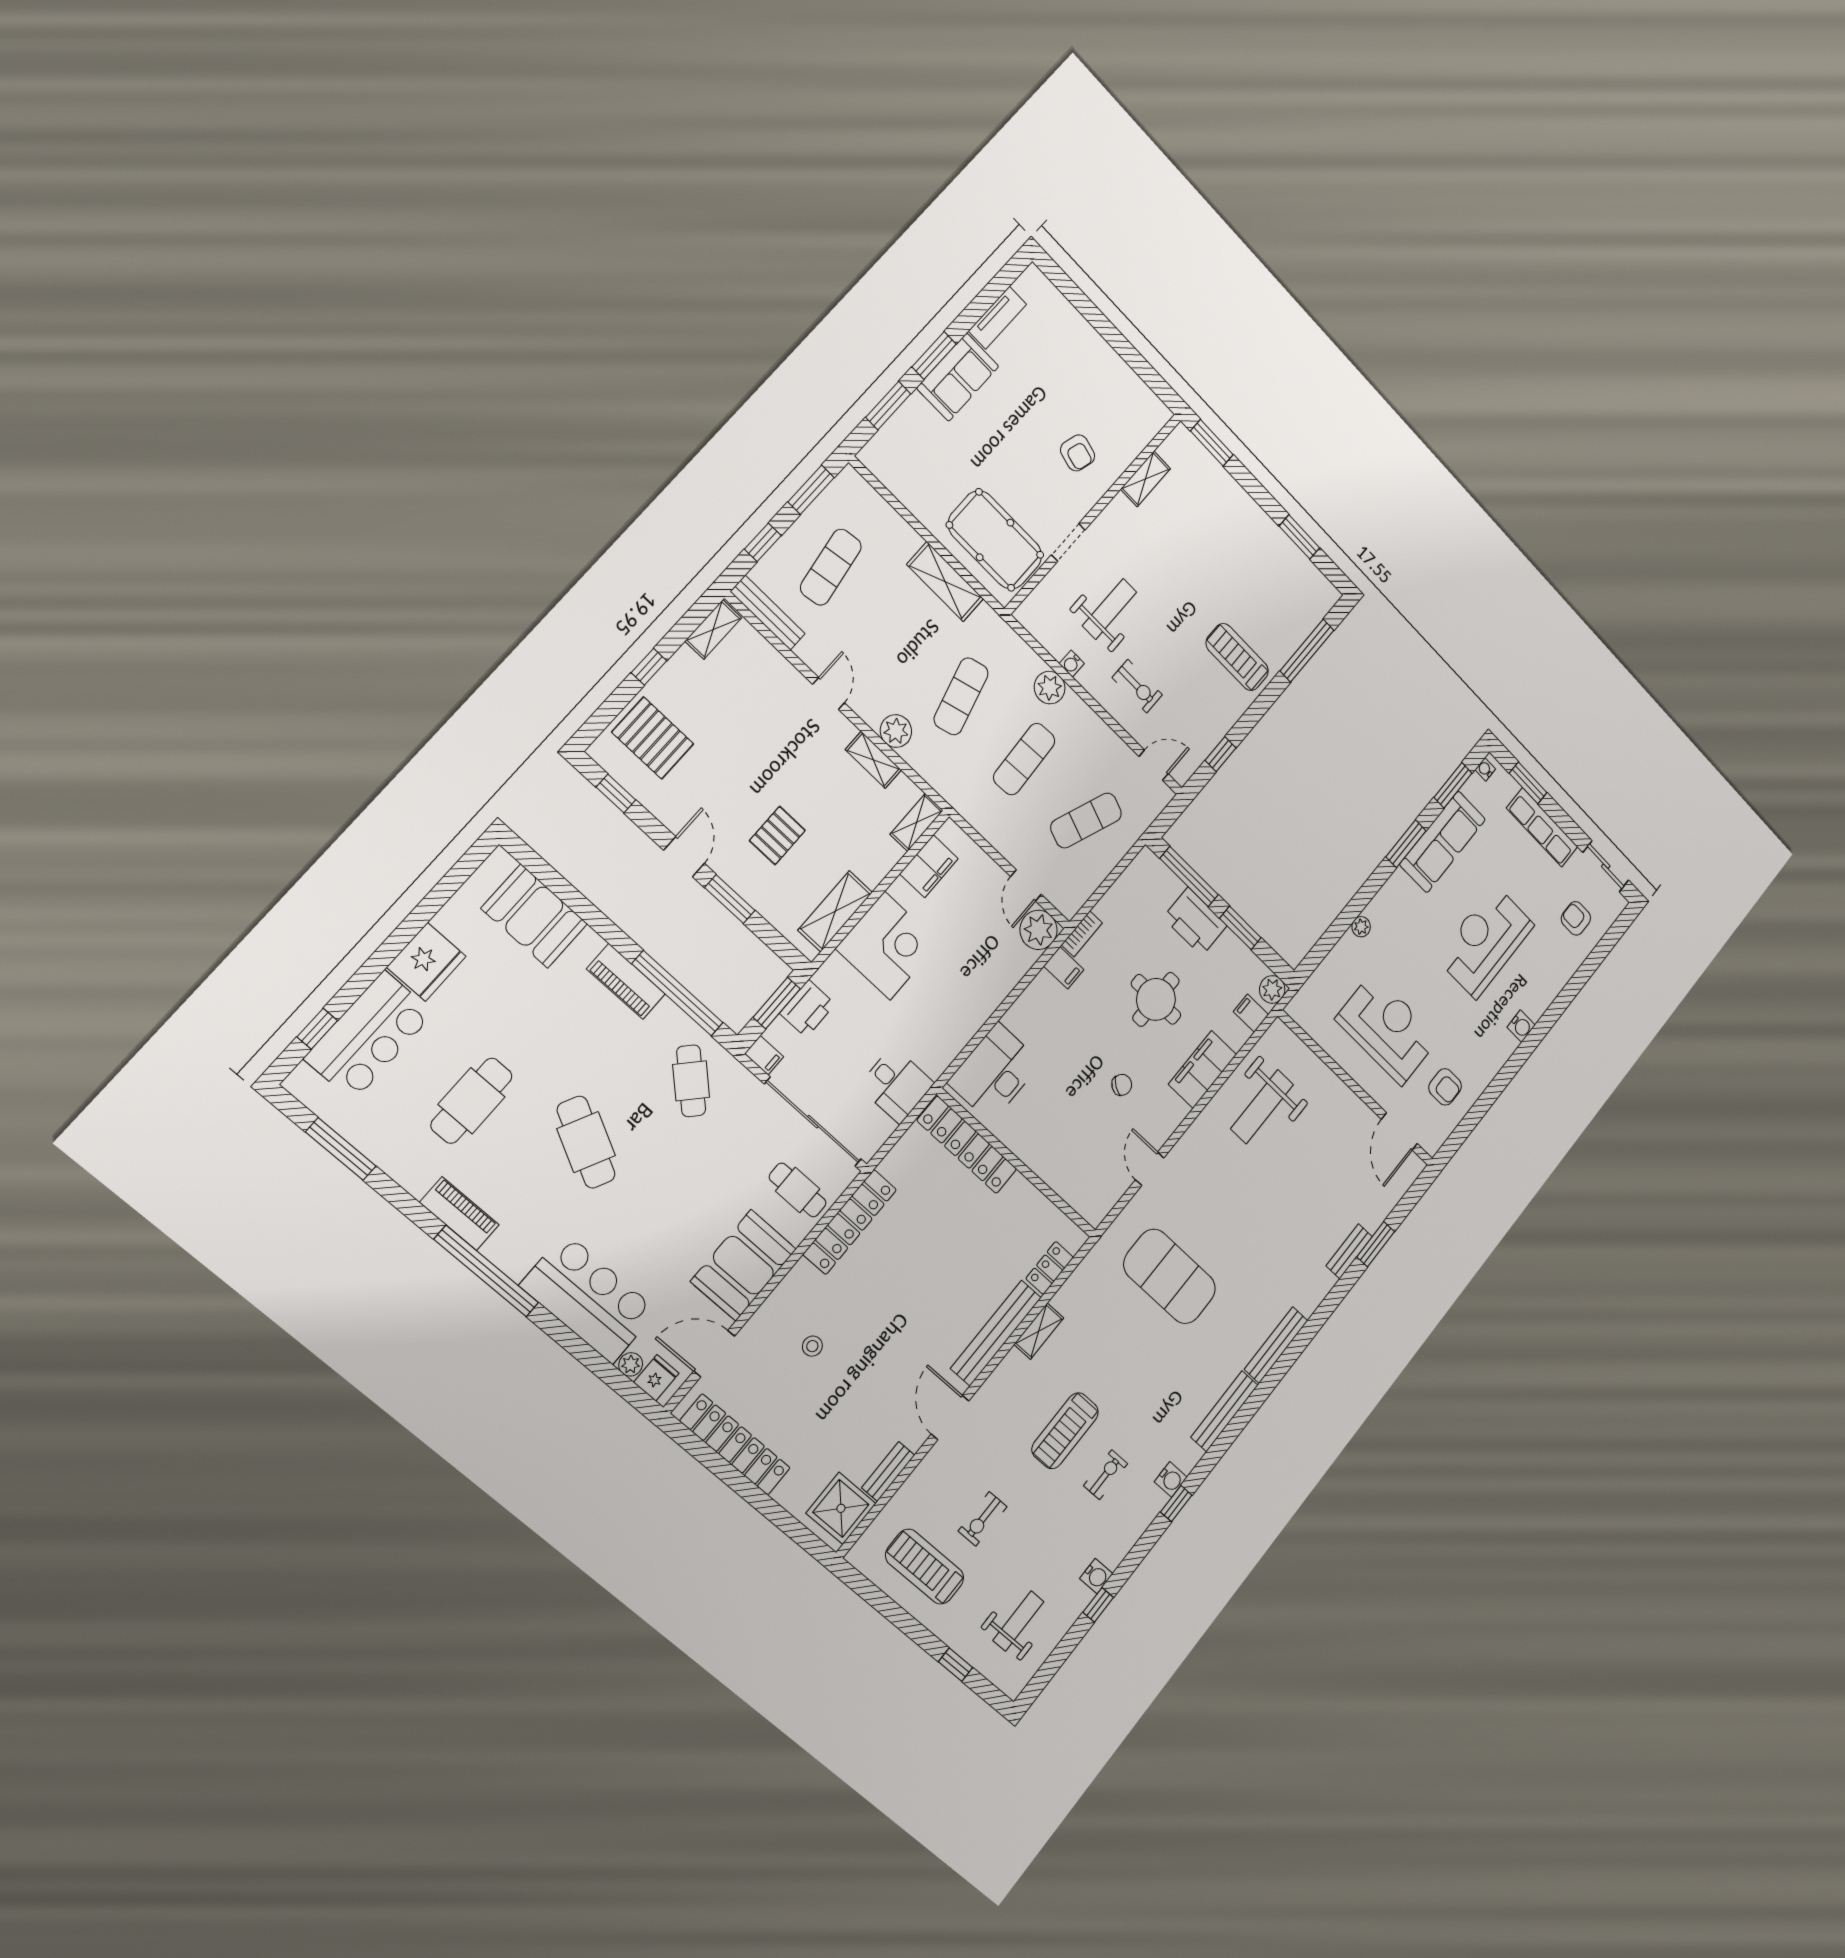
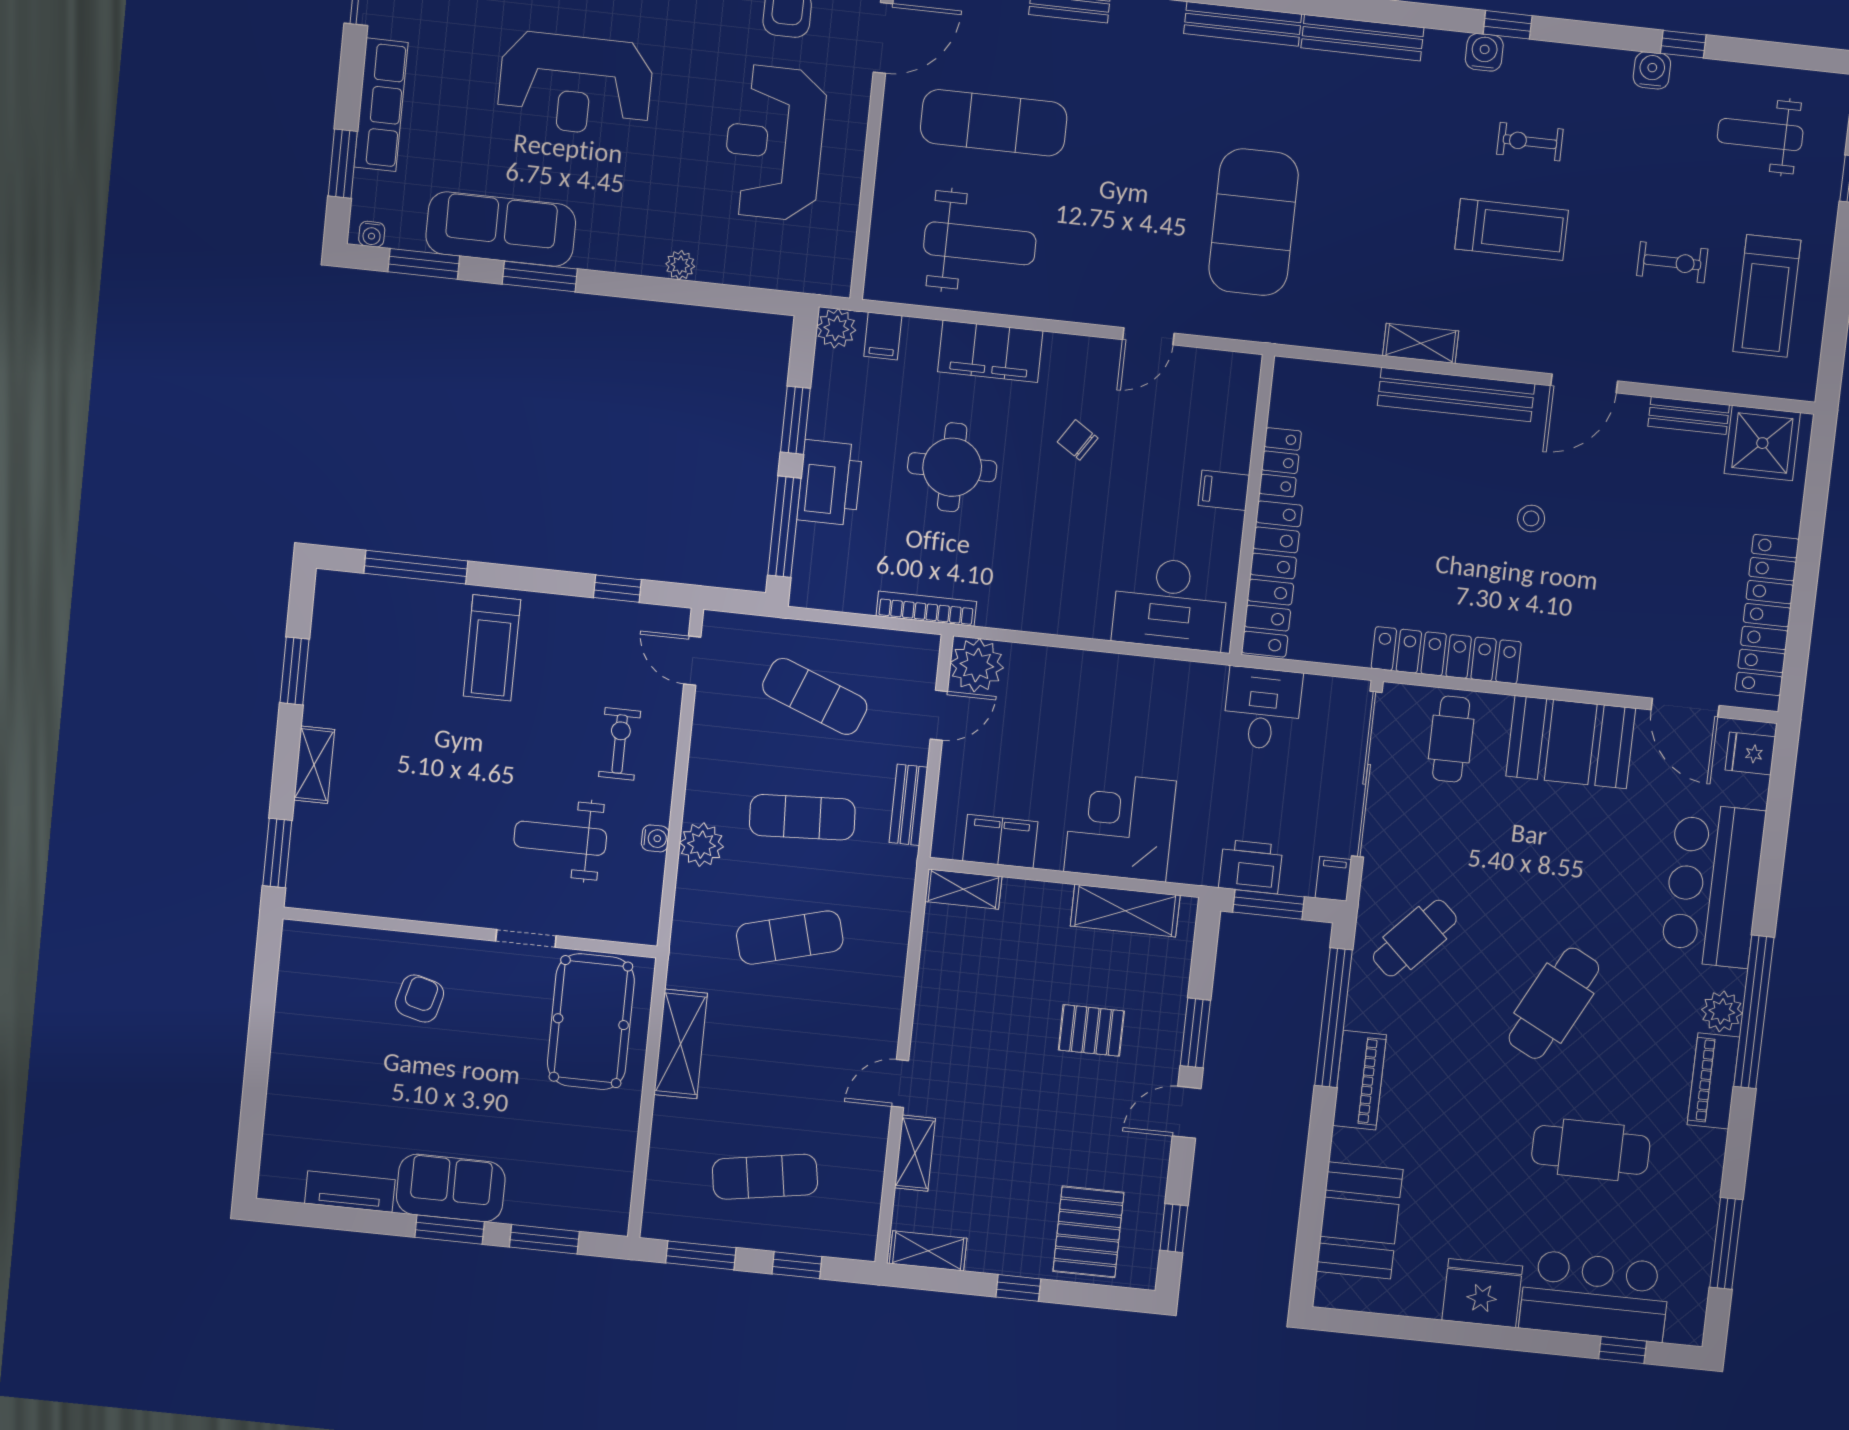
shelving: (1145, 479) -> (314, 765), moved, turned 90
bench: (768, 613) -> (908, 805), moved, width x0.73
plant: (896, 731) -> (883, 982), removed
shelving: (873, 760) -> (915, 1153), moved
bookcase: (1082, 934) -> (926, 609), width x1.56
filing cabinet: (1064, 968) -> (1224, 490), moved, turned -90
exercise mat: (1318, 1162) -> (994, 123), added
locker: (1050, 1268) -> (1280, 462), moved, turned -90
stool: (812, 1346) -> (1531, 518), moved
plant: (631, 1364) -> (1722, 1011), moved, width x1.38, depth x1.38

